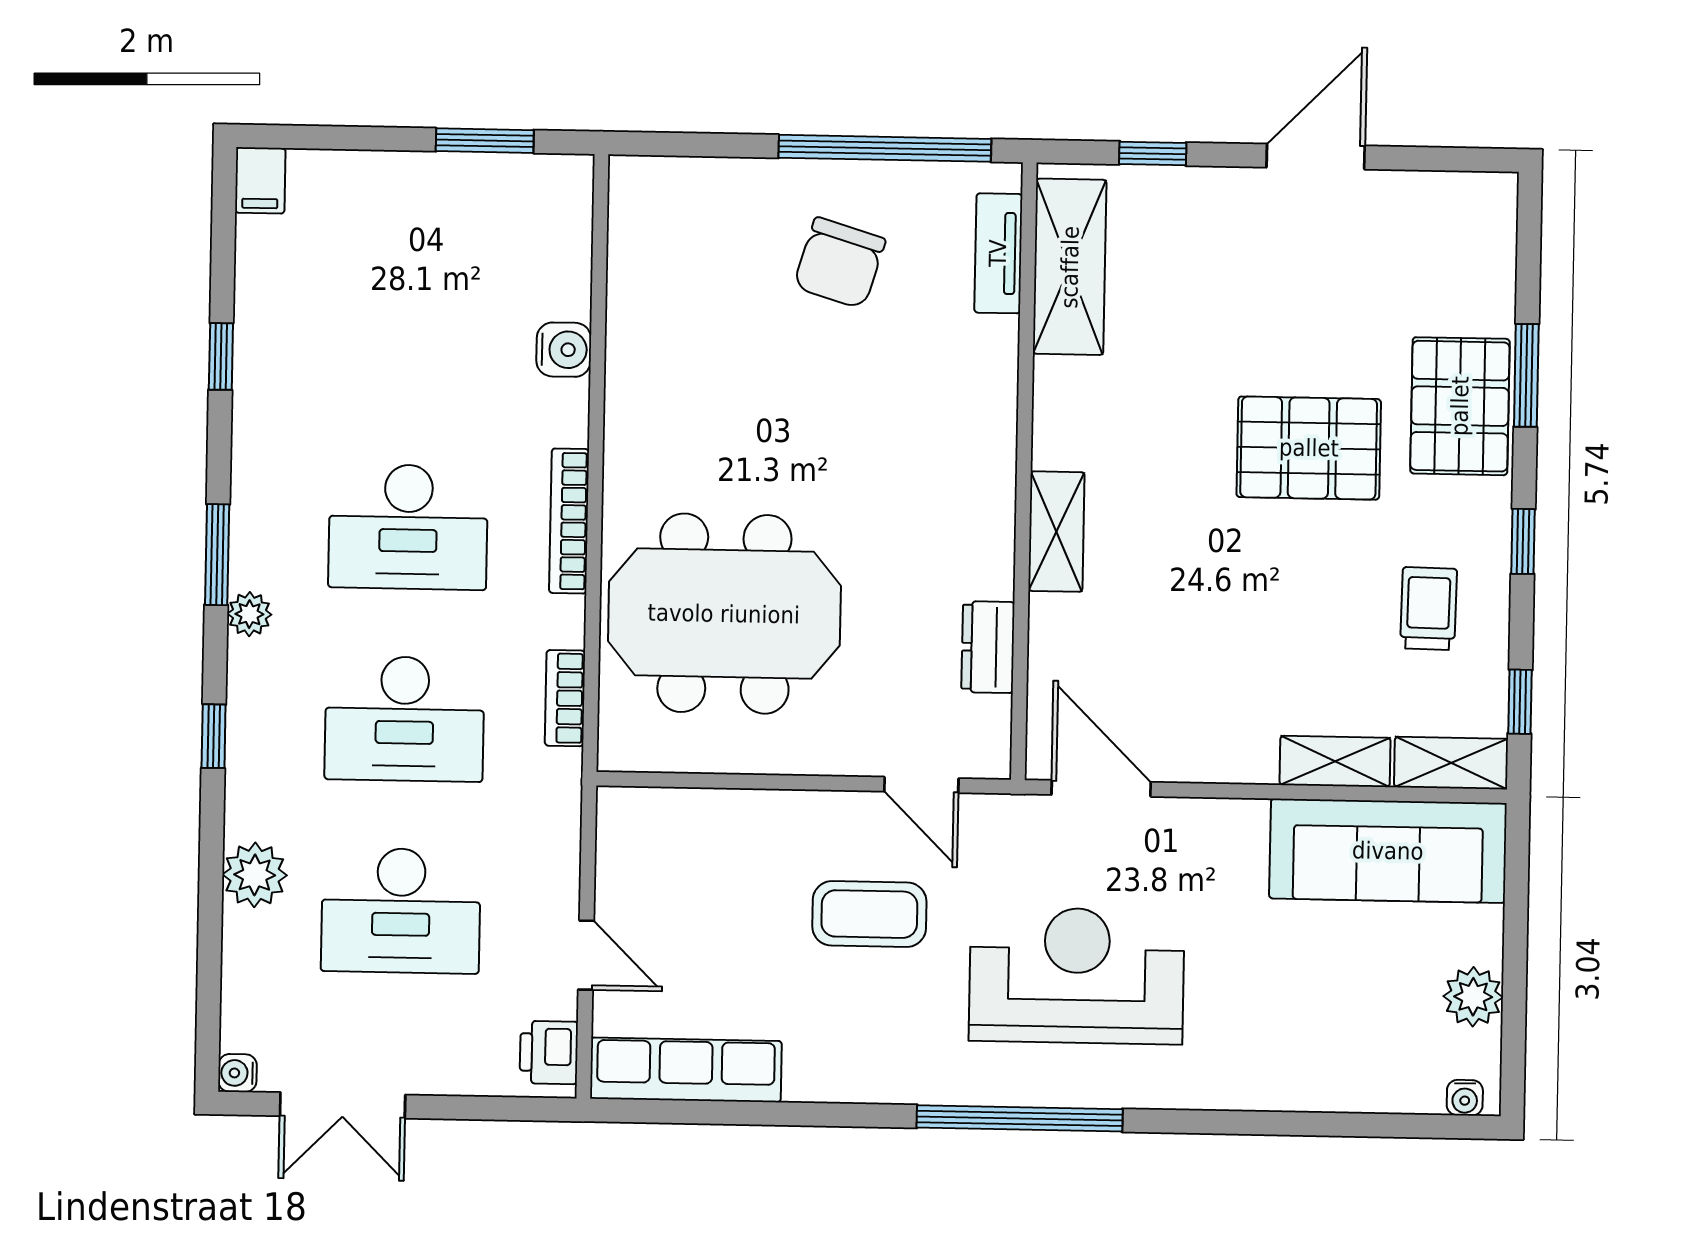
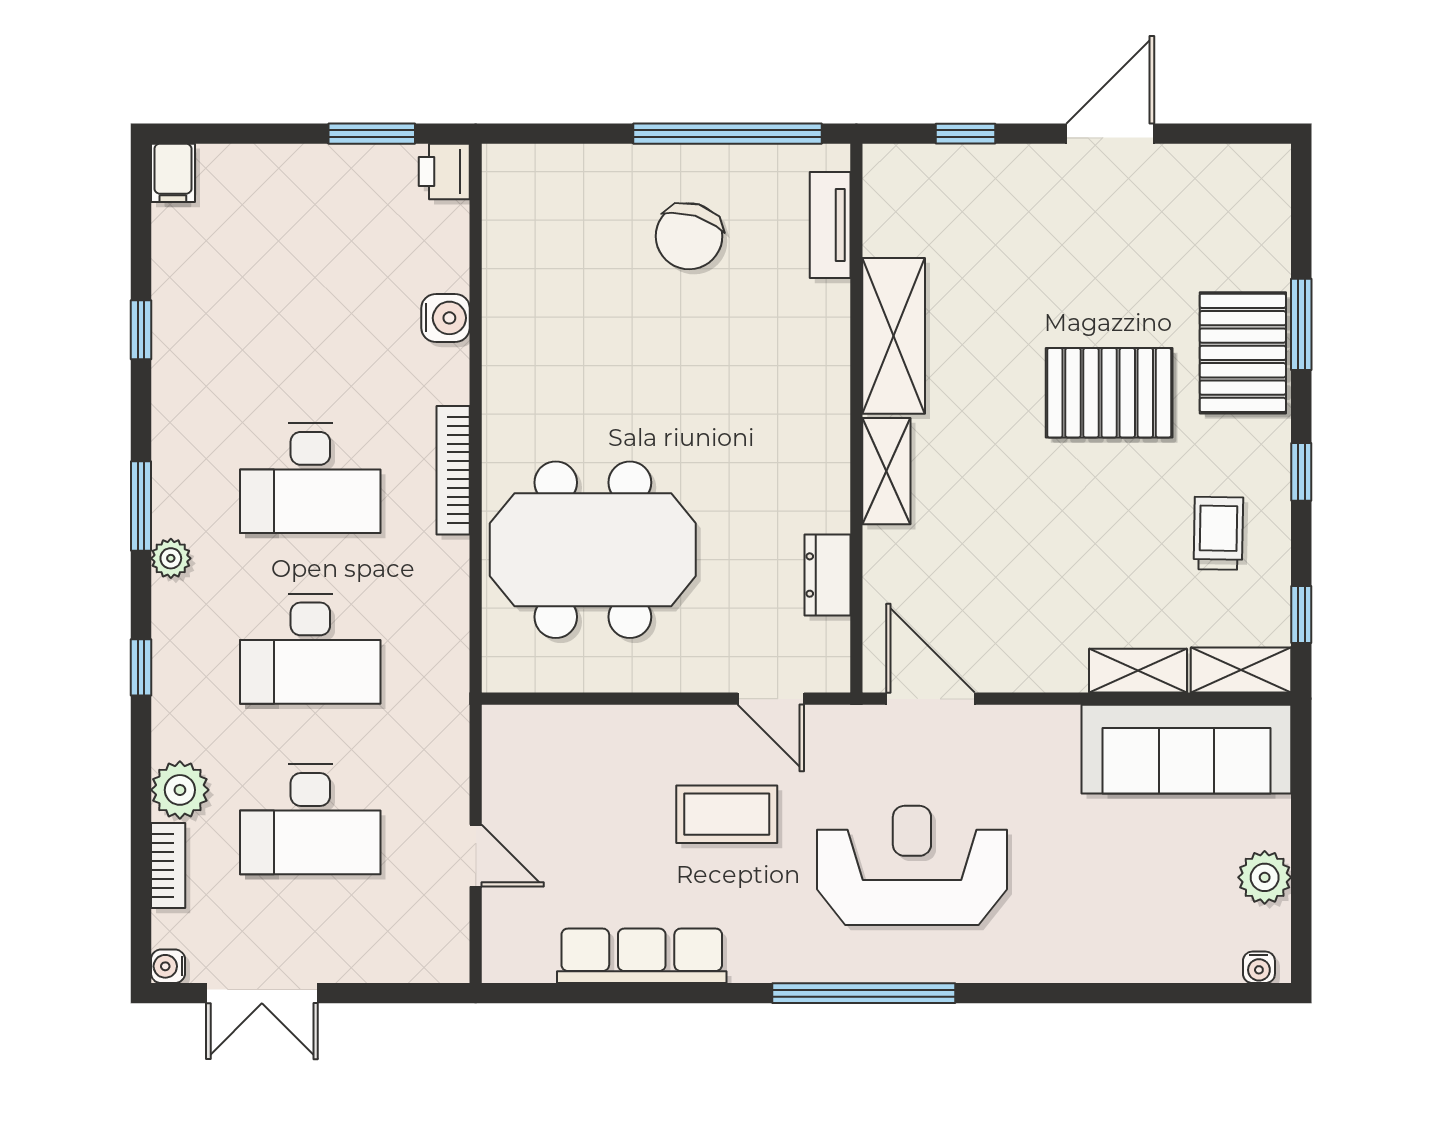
shelving: (1070, 267) -> (894, 336), moved
bookcase: (565, 698) -> (168, 865), moved, turned 180
printer: (549, 1052) -> (444, 171), moved
row of seats: (686, 1070) -> (642, 956), moved

